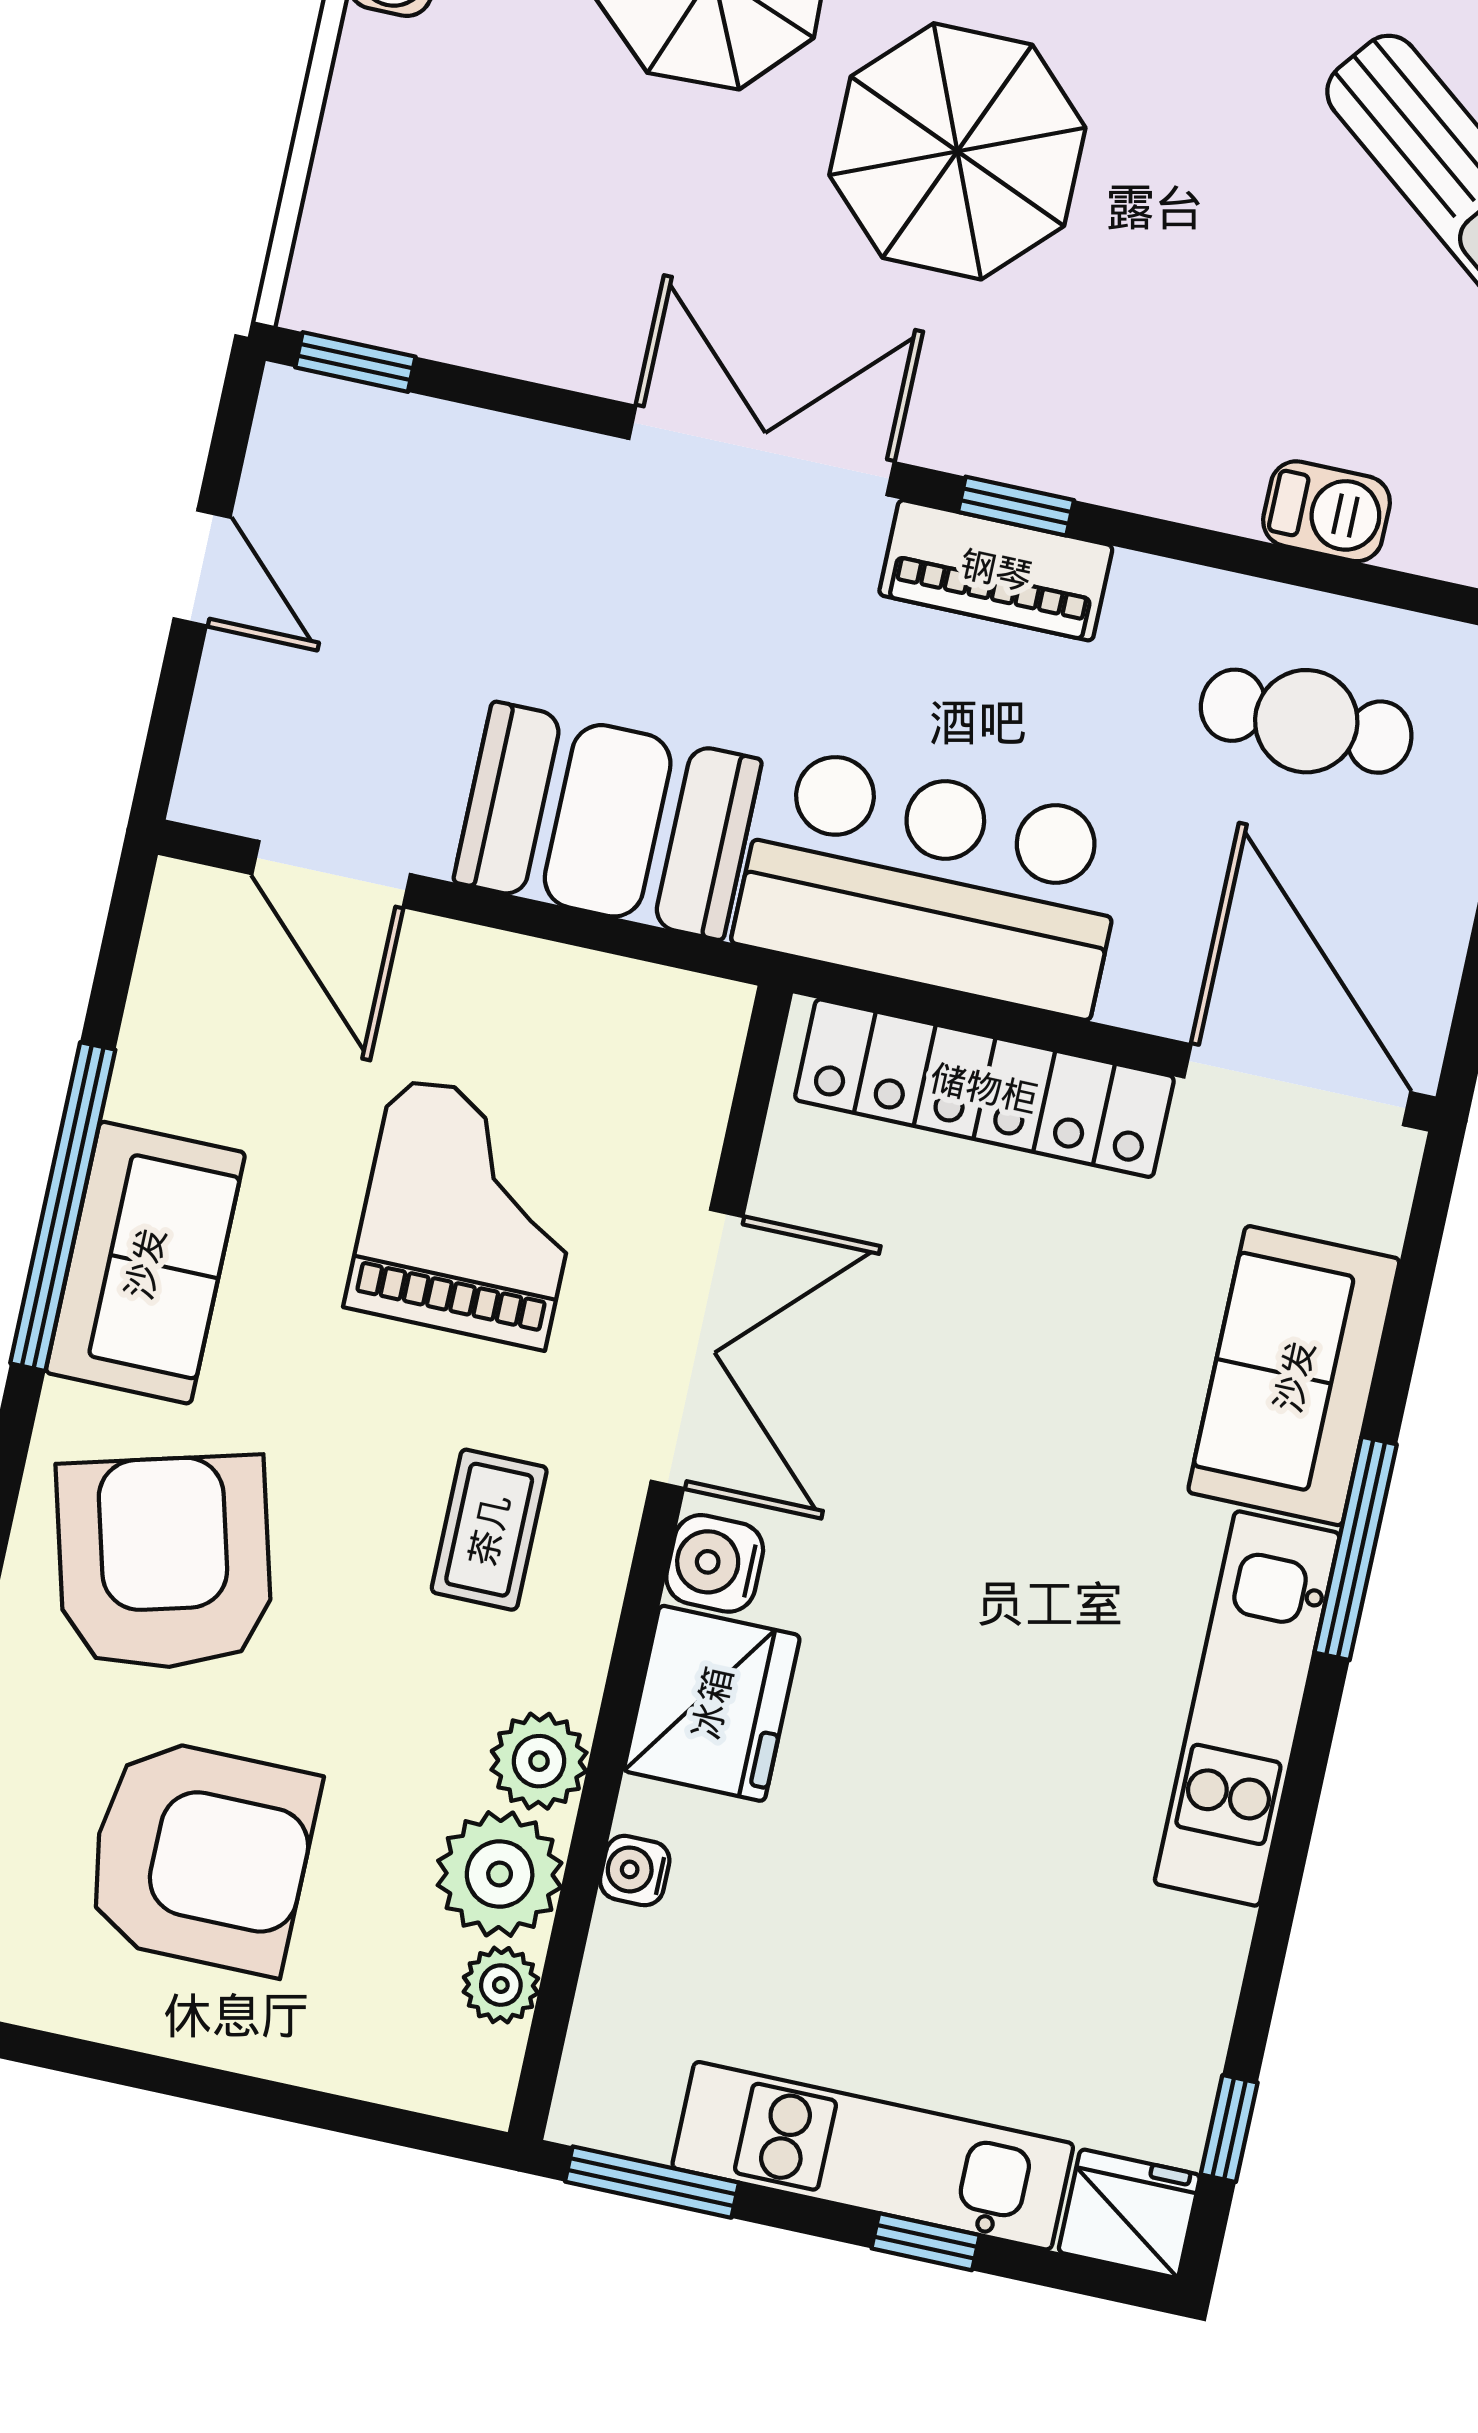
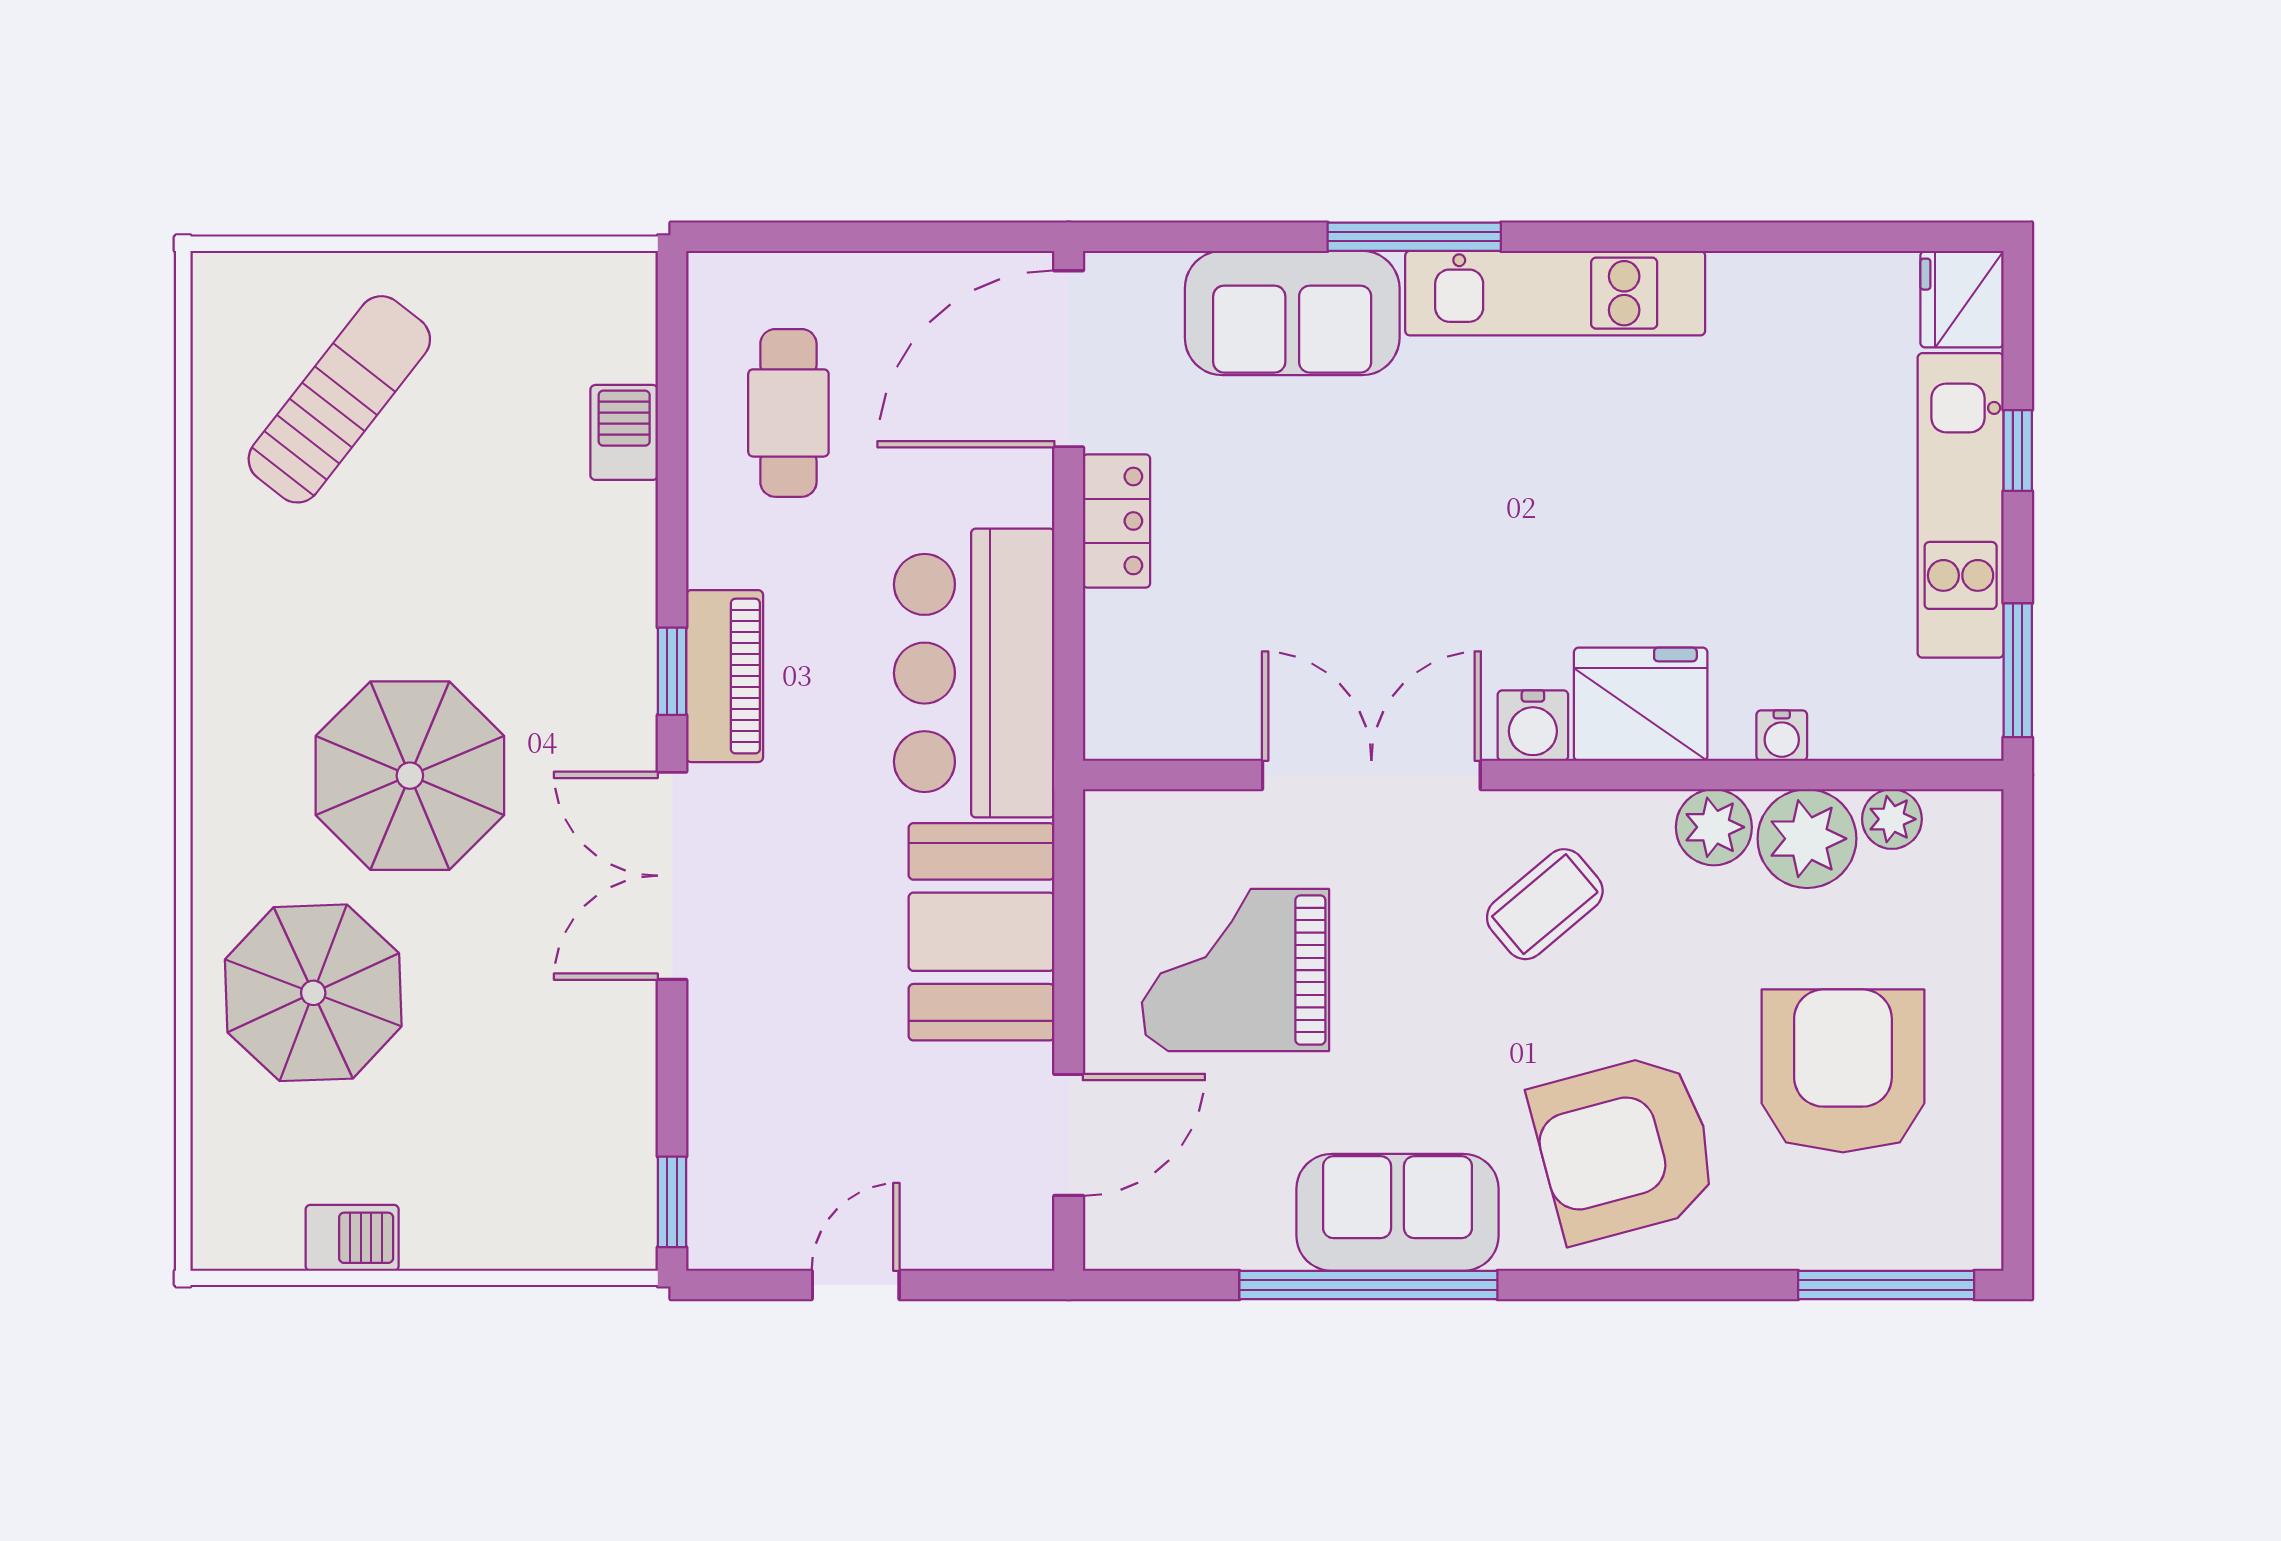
locker: (984, 1088) -> (1116, 521), width x0.46, depth x0.83
grand piano: (469, 1212) -> (1236, 970), moved
coffee table: (489, 1530) -> (1545, 904), turned -40
window: (1229, 2128) -> (1880, 237), removed

